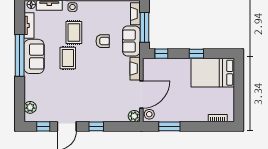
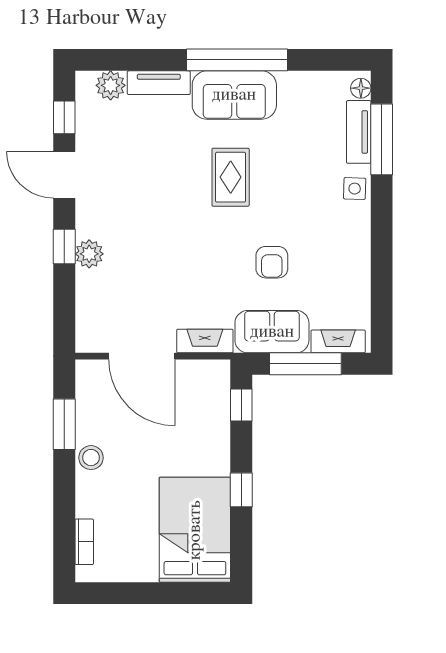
tv unit: (29, 25) -> (159, 83), moved
rug: (74, 33) -> (293, 192), removed
rug: (68, 58) -> (231, 177), turned 90
stool: (149, 114) -> (91, 458), moved
plant: (134, 116) -> (89, 254), moved

